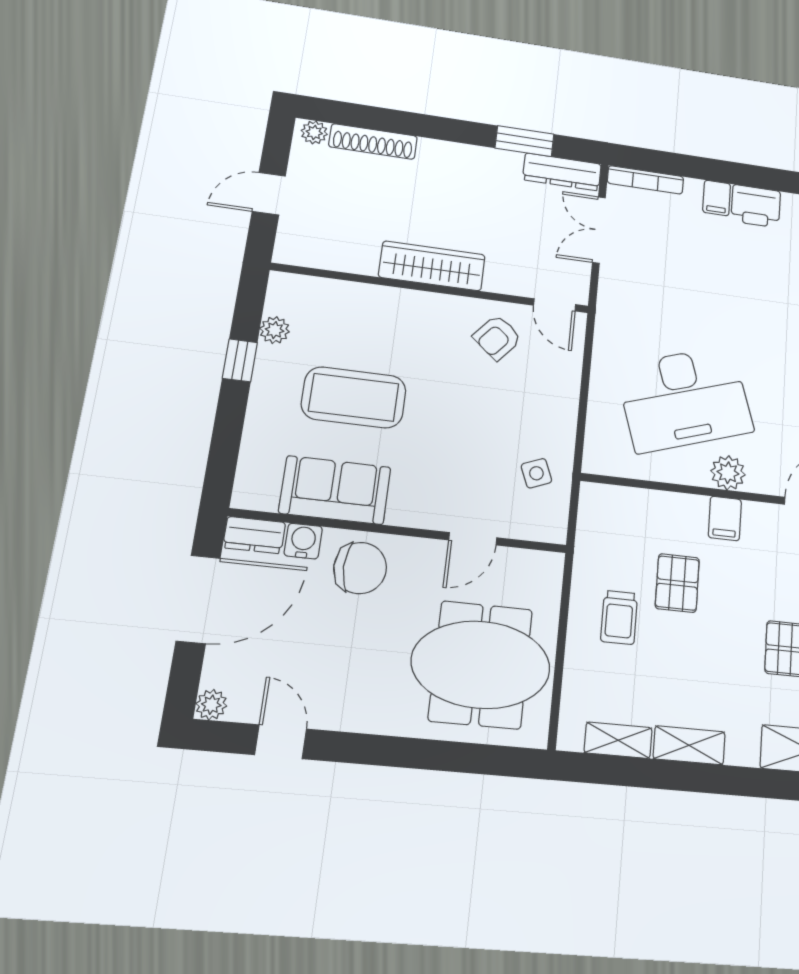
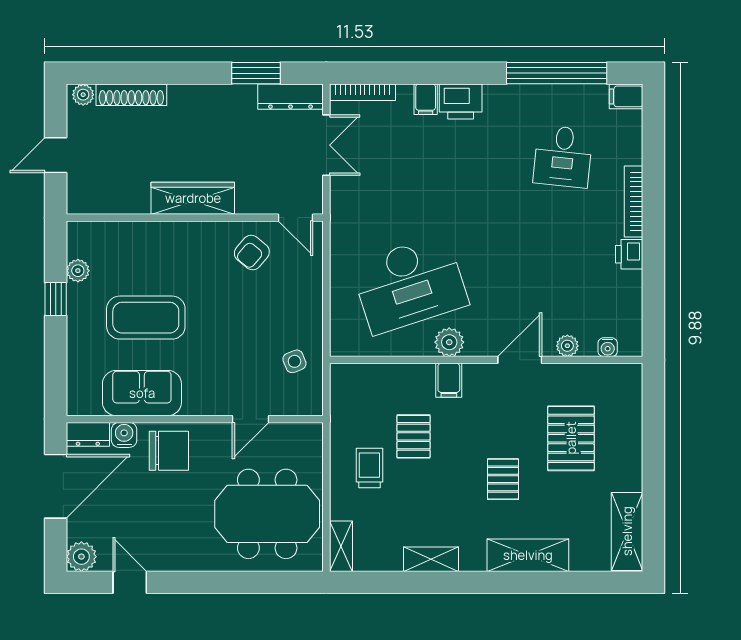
double door: (599, 230) -> (326, 145), swing flipped
trolley: (619, 617) -> (369, 468), turned 180
plant: (211, 705) -> (81, 557), width x1.38, depth x1.38
shelving: (618, 740) -> (341, 546), moved, turned 90

